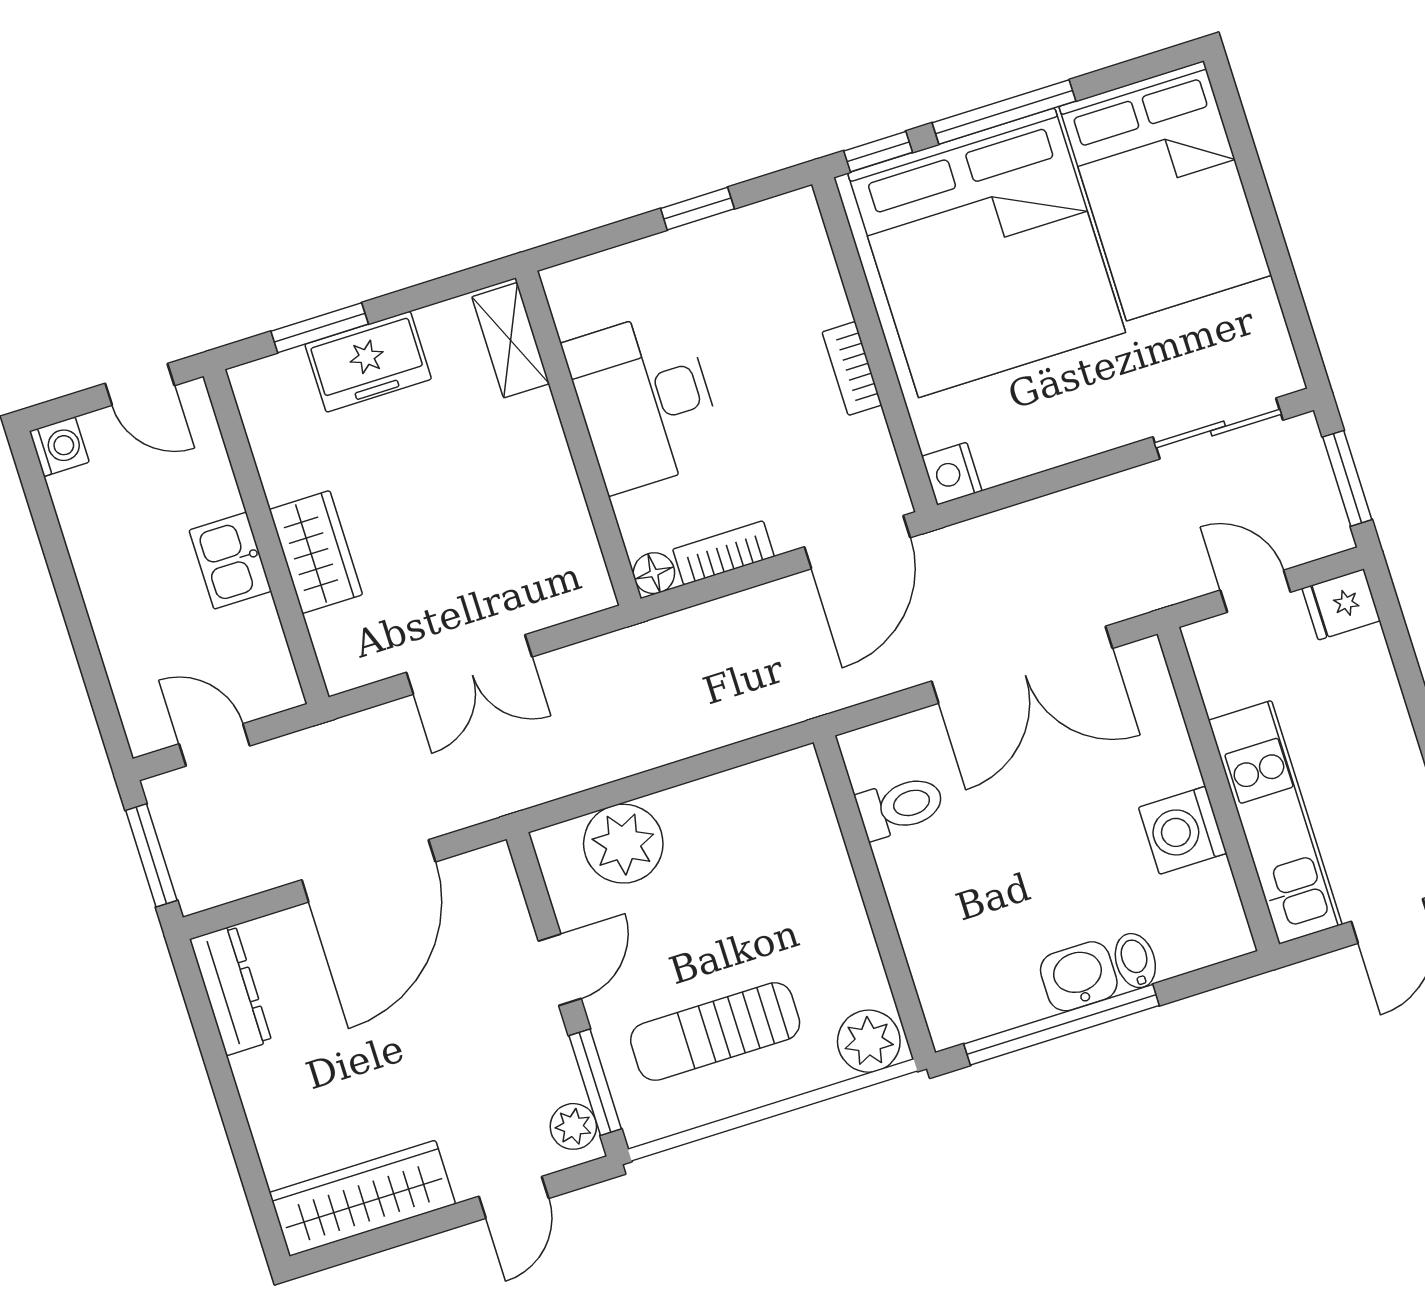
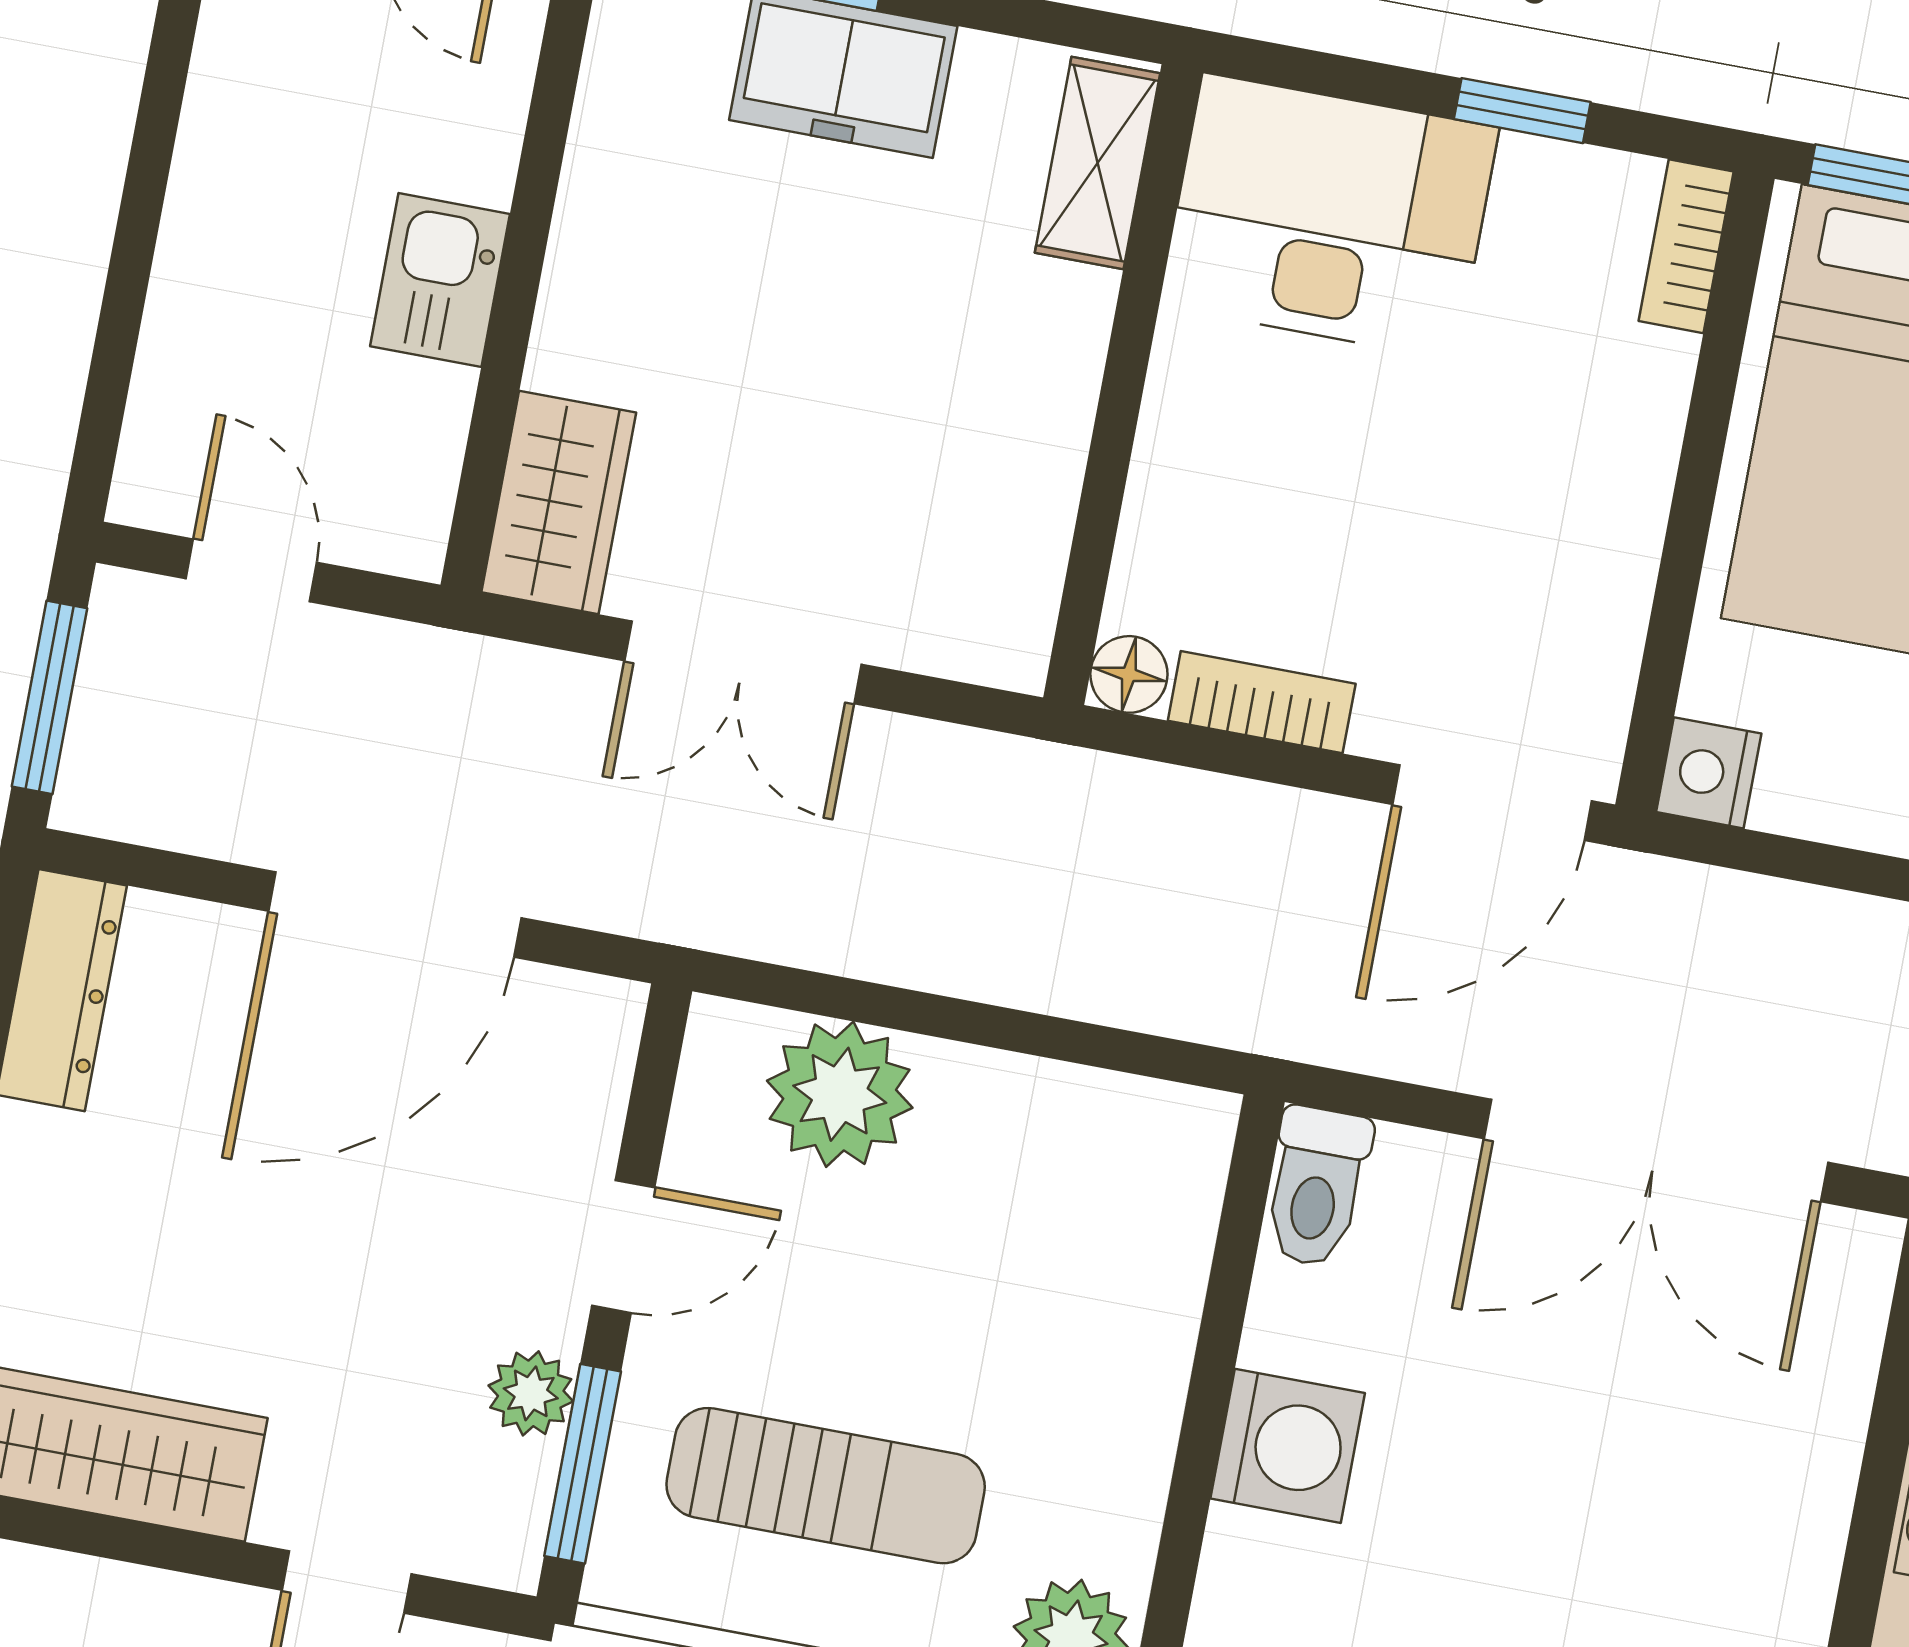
bookcase: (852, 368) -> (1686, 246), moved
desk: (645, 401) -> (1329, 216), moved, turned 90
wardrobe: (316, 552) -> (559, 502), moved
toilet: (901, 806) -> (1317, 1187), moved, turned 90
washing machine: (1183, 830) -> (1288, 1446), moved, turned 180
sun lounger: (715, 1032) -> (826, 1486), turned 180
plant: (573, 1126) -> (531, 1393), moved

